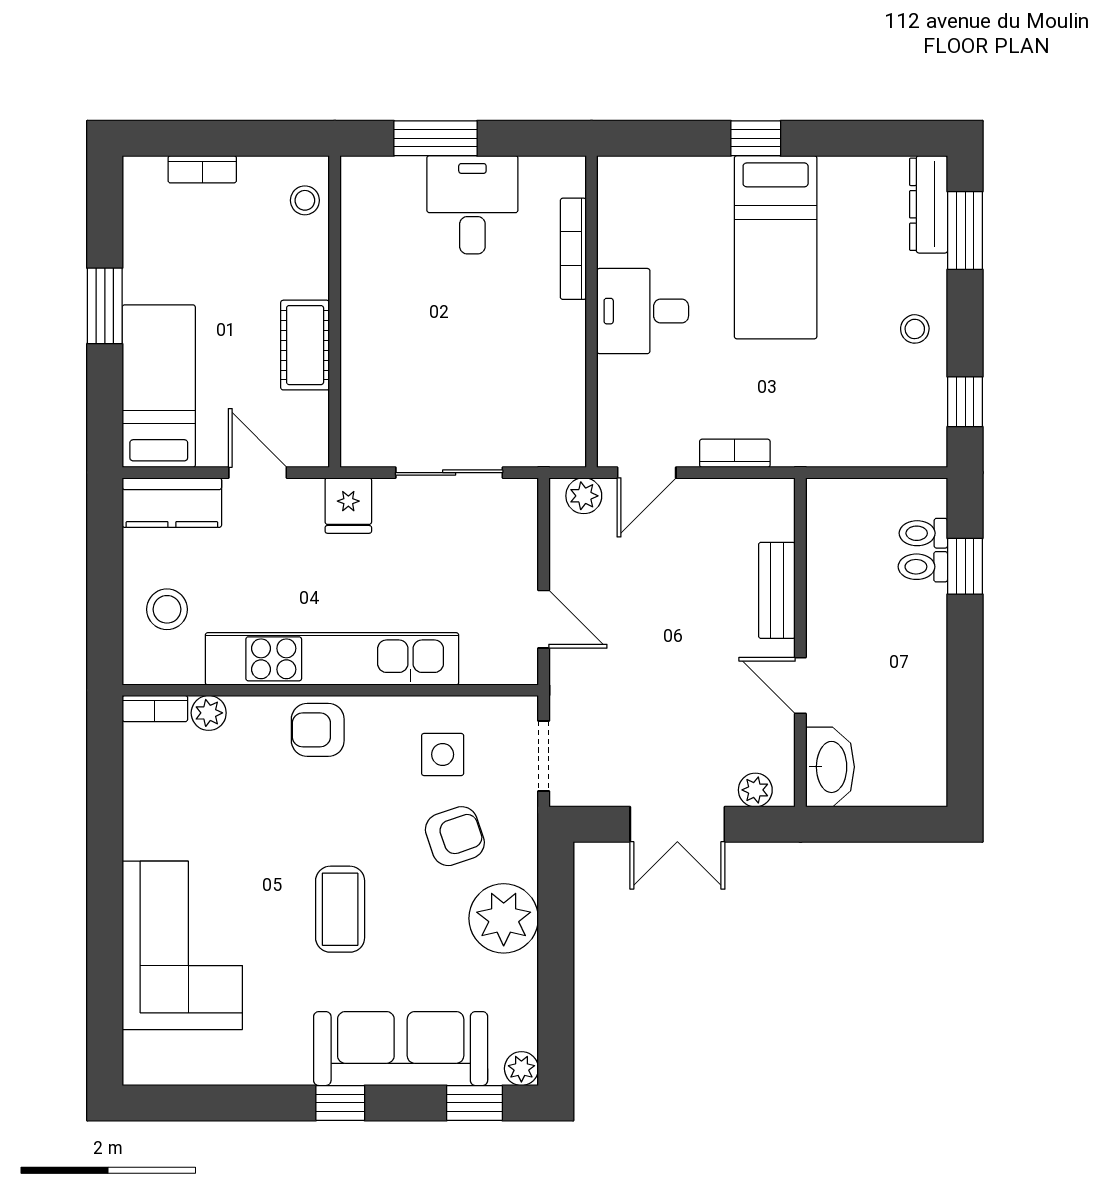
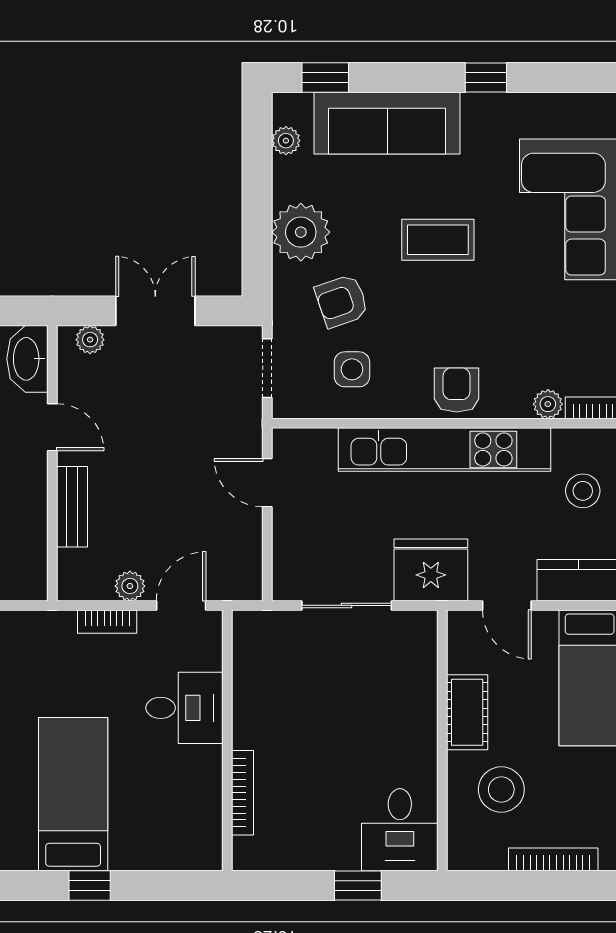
window: (436, 138) -> (358, 885), width x0.67
bookcase: (202, 169) -> (553, 859), width x1.56
stool: (305, 200) -> (501, 789), moved, width x1.89, depth x1.89
desk: (472, 205) -> (400, 830), moved
desk: (643, 311) -> (184, 708), moved
plant: (584, 496) -> (130, 586), moved
fridge: (348, 506) -> (431, 570), width x1.88, depth x1.34
armchair: (318, 730) -> (457, 390), turned -90
coffee table: (340, 909) -> (438, 240), turned 90
plant: (521, 1069) -> (286, 141), moved
window: (340, 1103) -> (486, 78), moved

